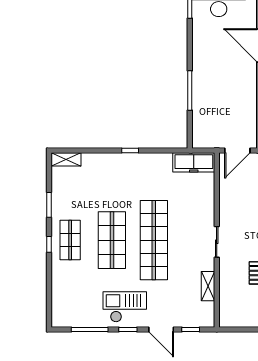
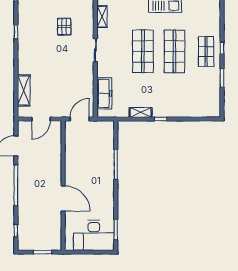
shelving: (66, 159) -> (141, 112), moved
freezer: (194, 162) -> (104, 93), moved, turned 90
shop shelf: (154, 240) -> (143, 51), width x0.71

